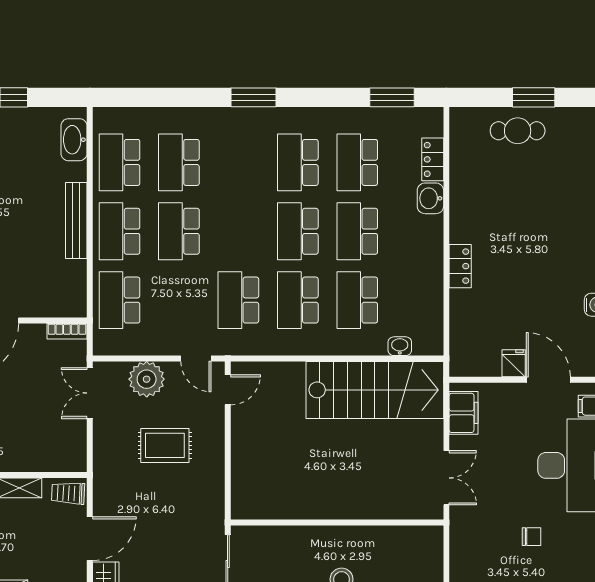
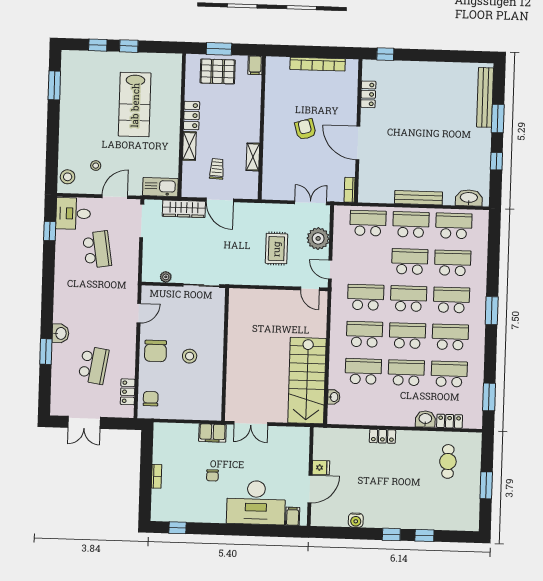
cafe table: (518, 131) -> (448, 461), moved
school desk: (238, 162) -> (451, 300), added
school desk: (238, 231) -> (409, 299), added
door: (196, 358) -> (330, 270), hinge flipped
filing cabinet: (464, 413) -> (212, 433), moved
trolley: (68, 493) -> (217, 169), moved

